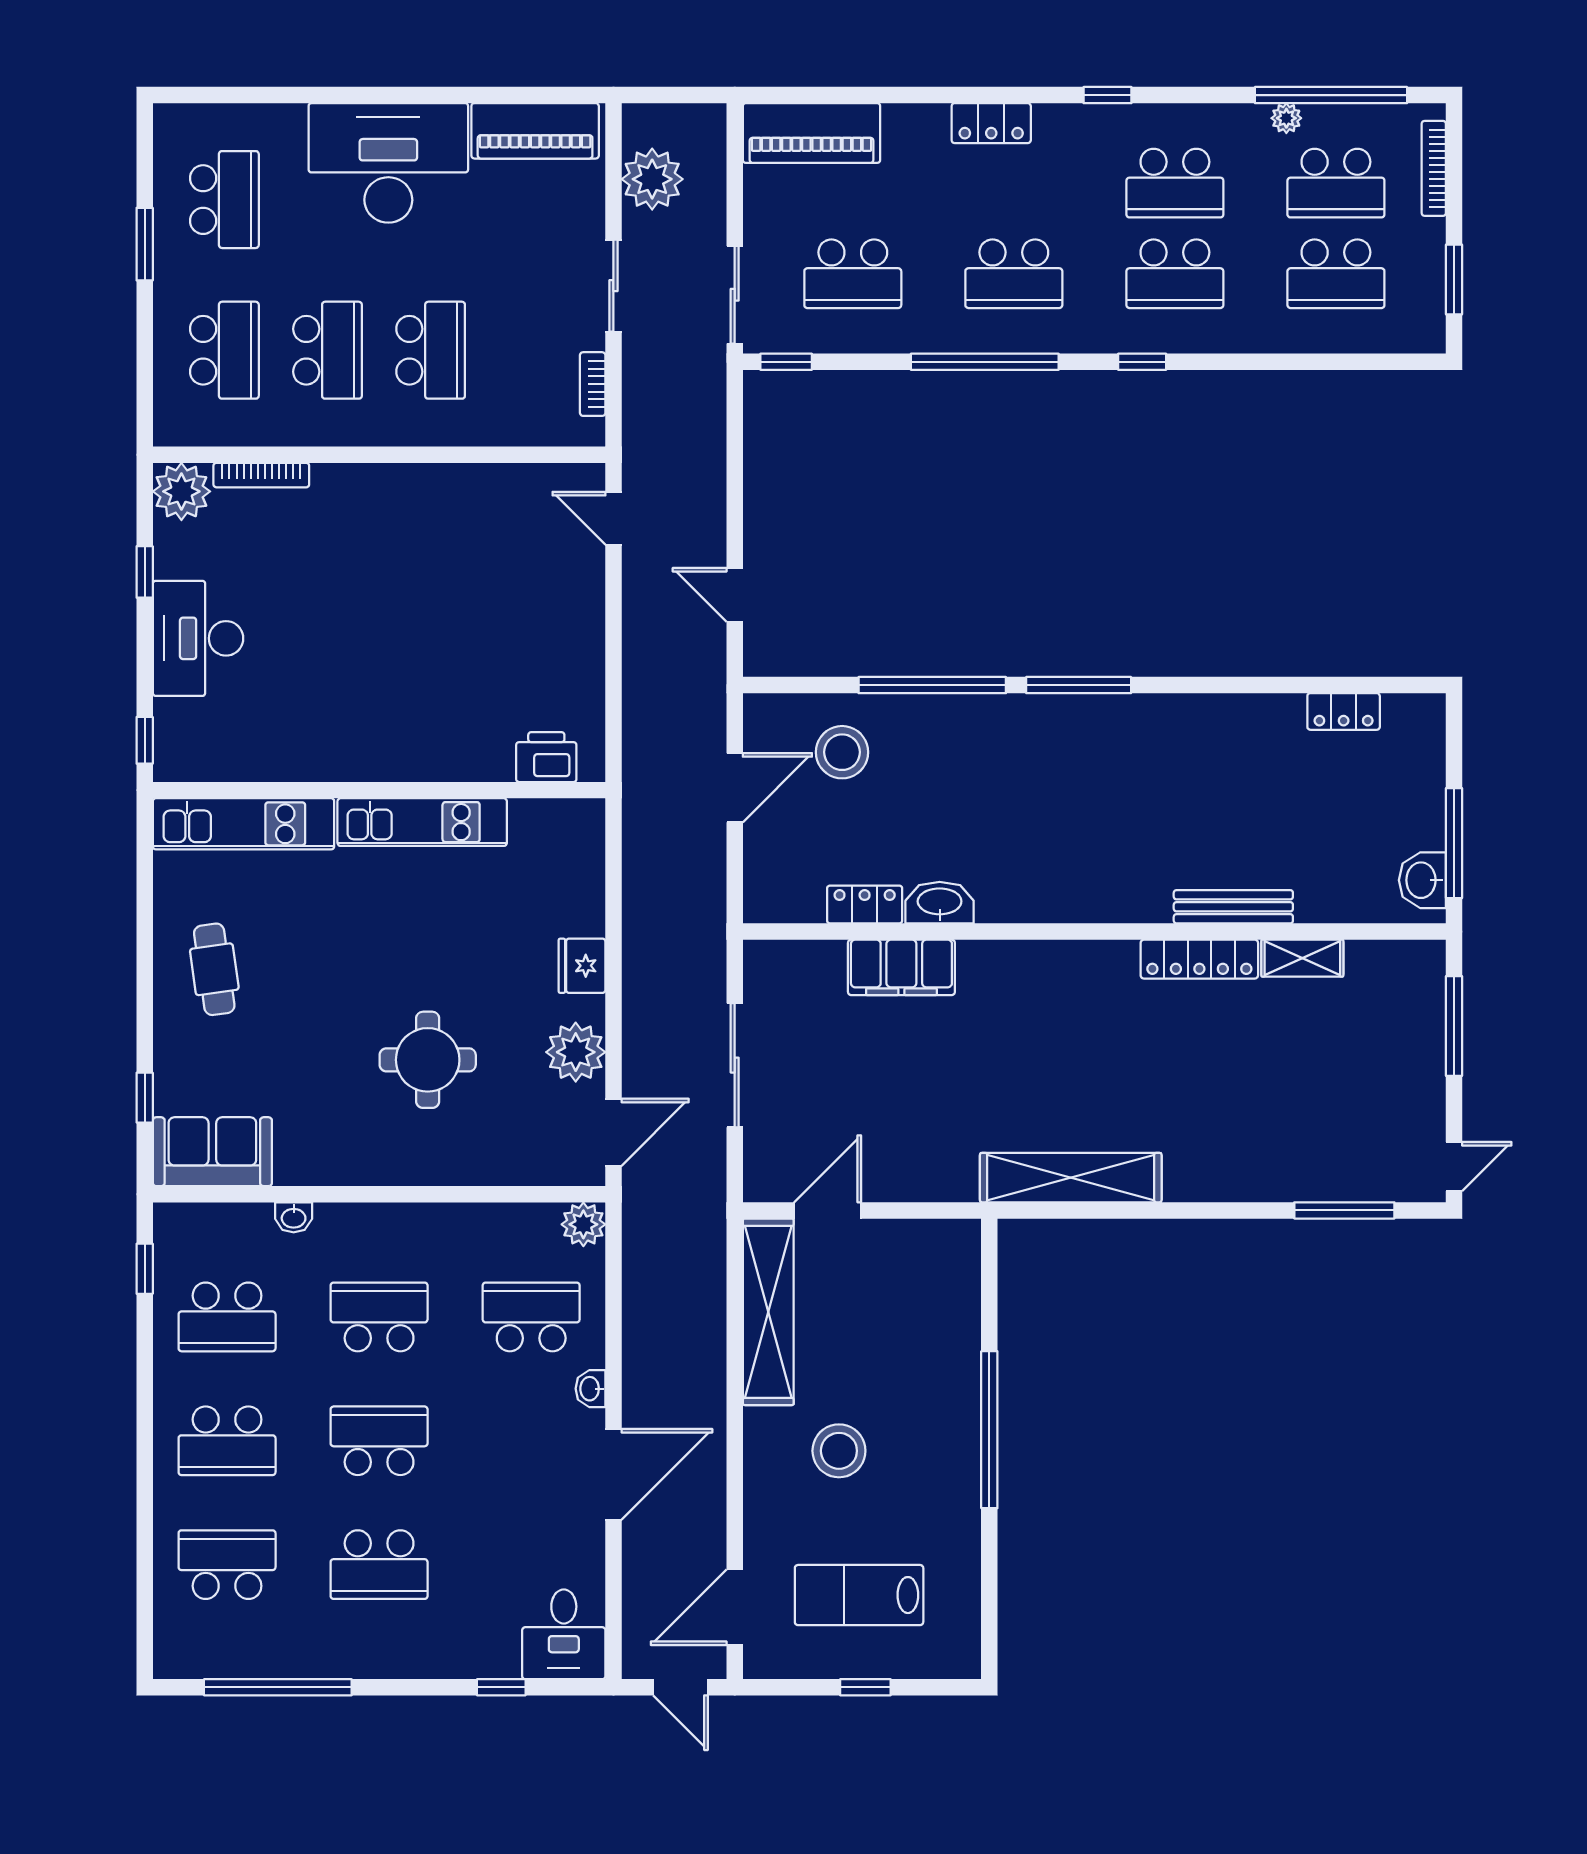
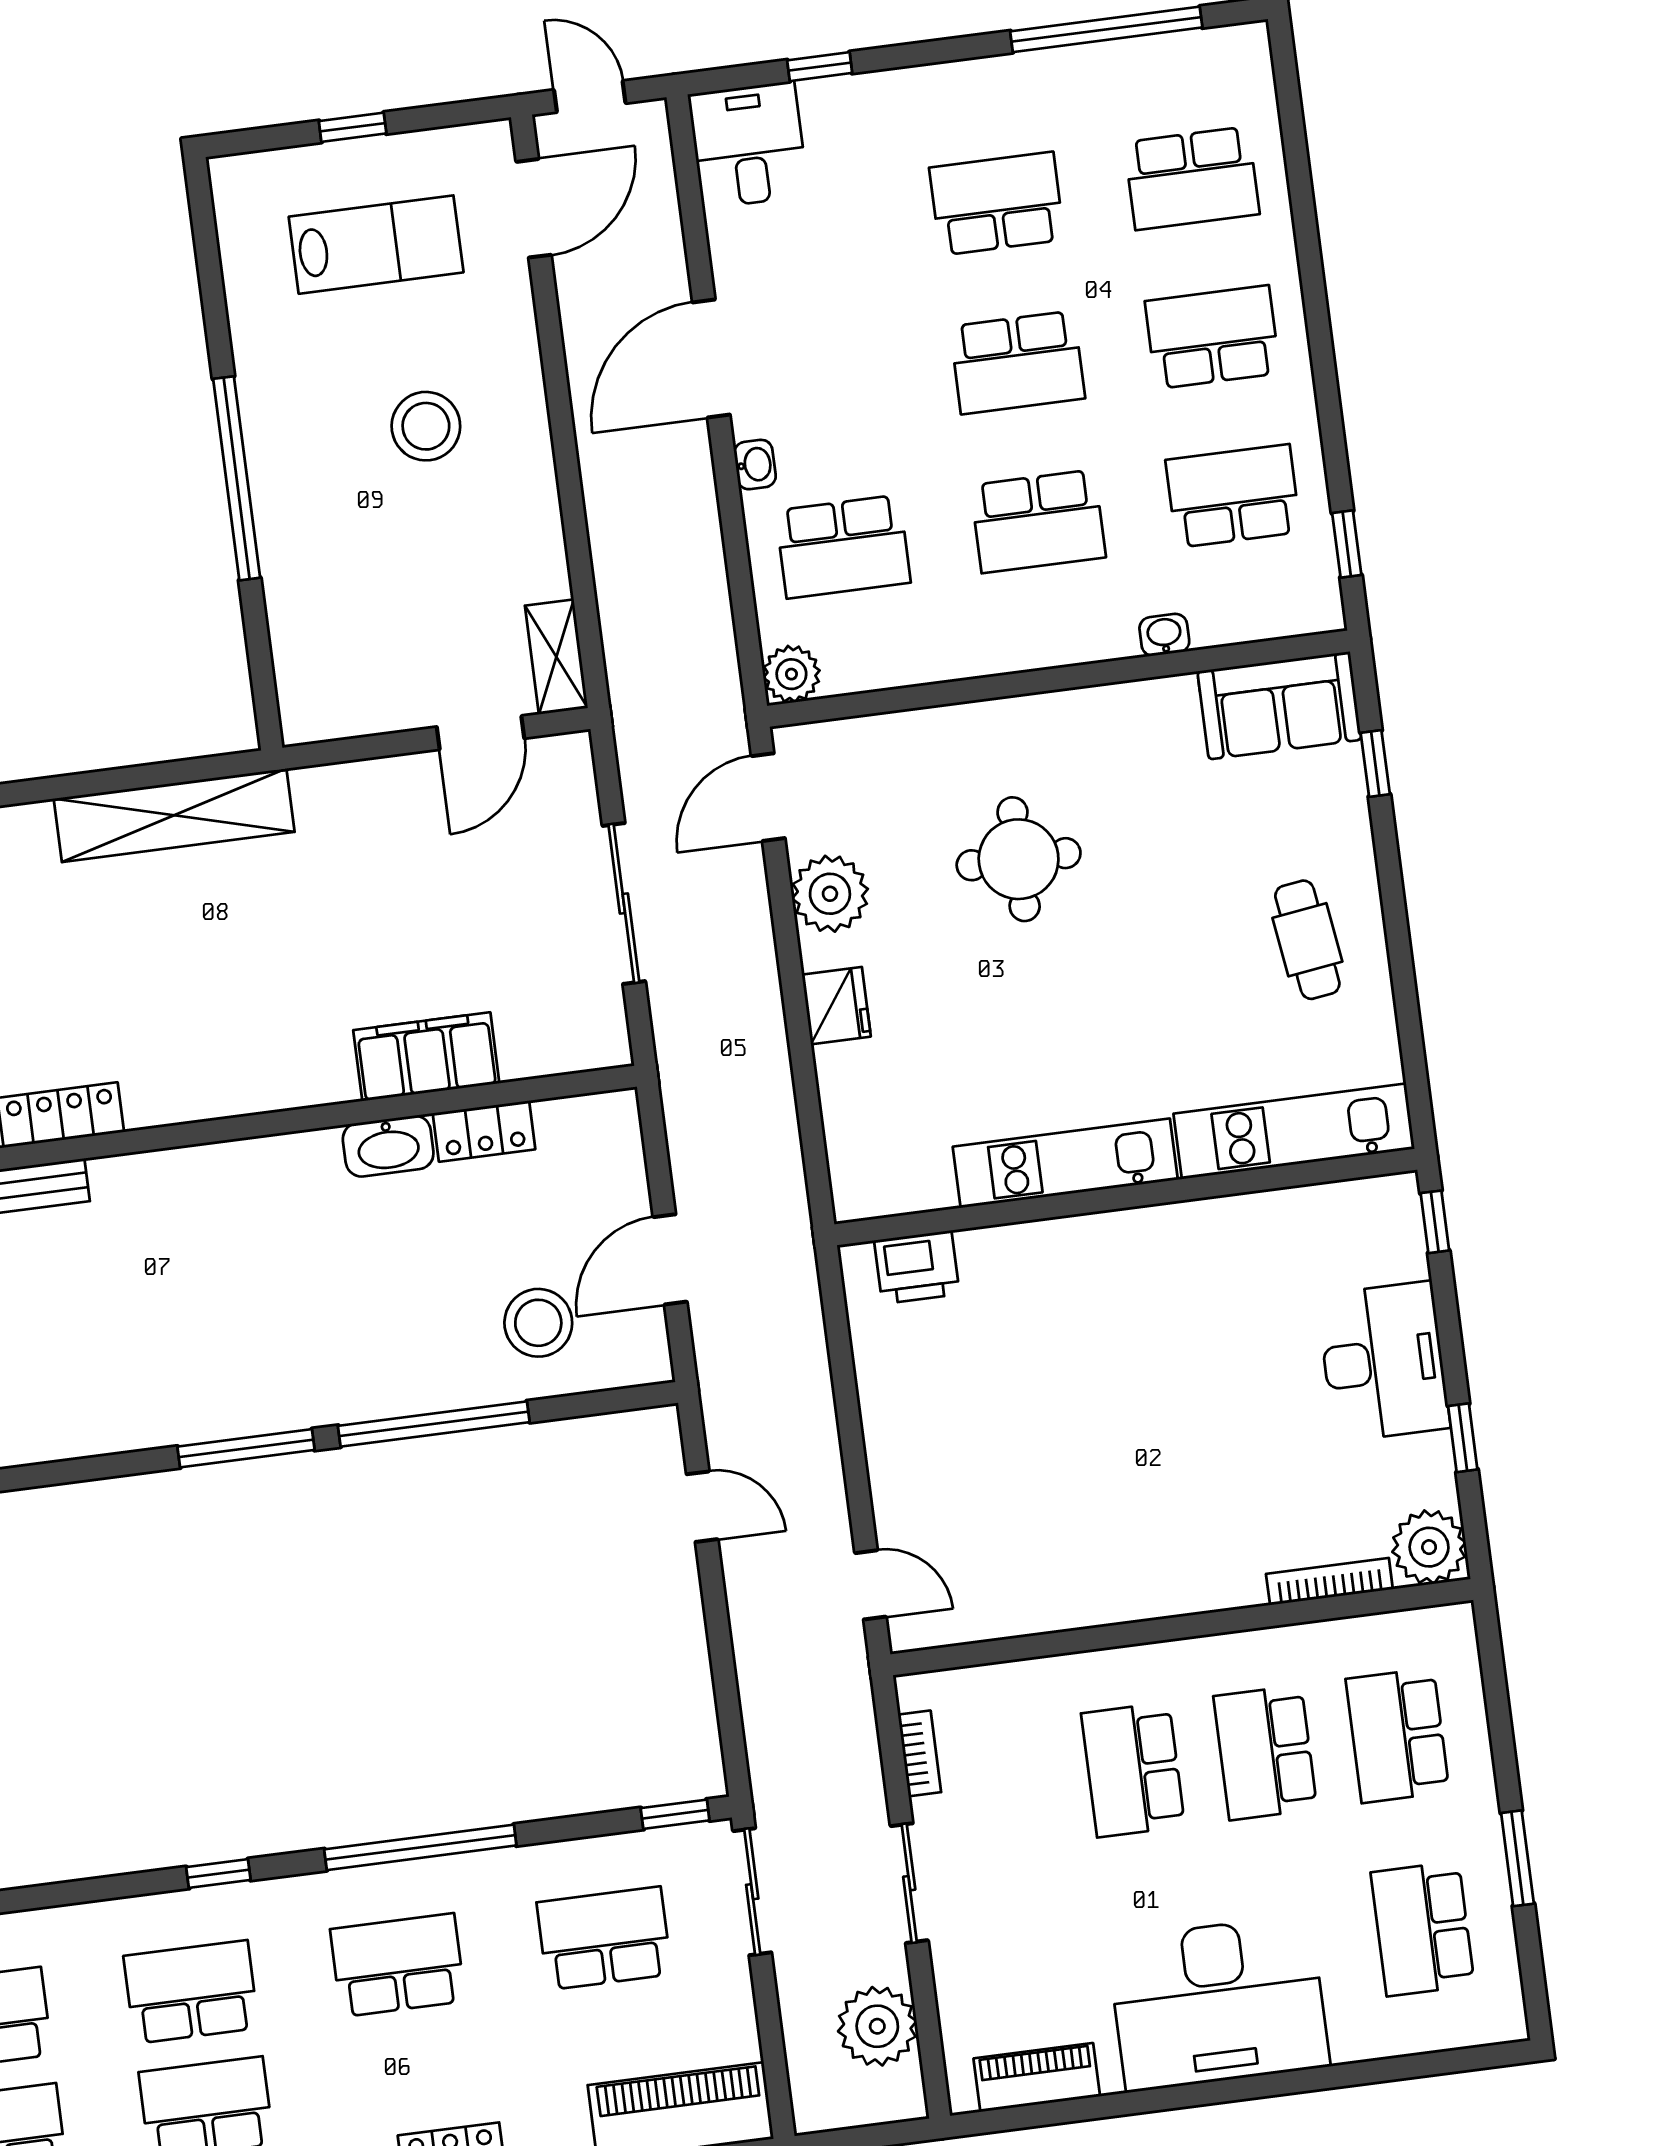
piano: (535, 131) -> (1037, 2077), width x0.73, depth x0.75
shelving: (768, 1312) -> (556, 657), width x0.45, depth x0.75

